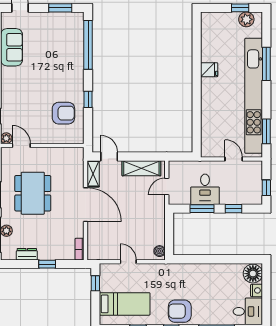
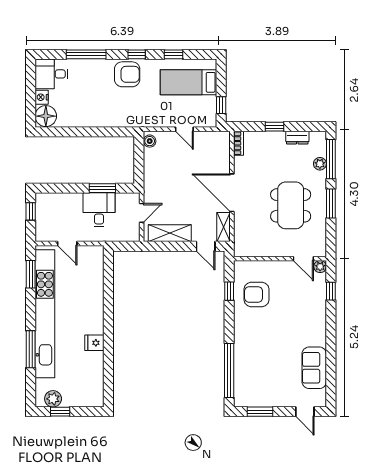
window: (88, 99) -> (229, 291), moved
window: (234, 209) -> (67, 188), removed

